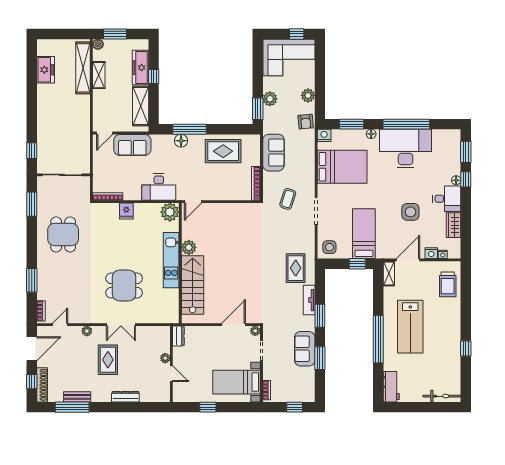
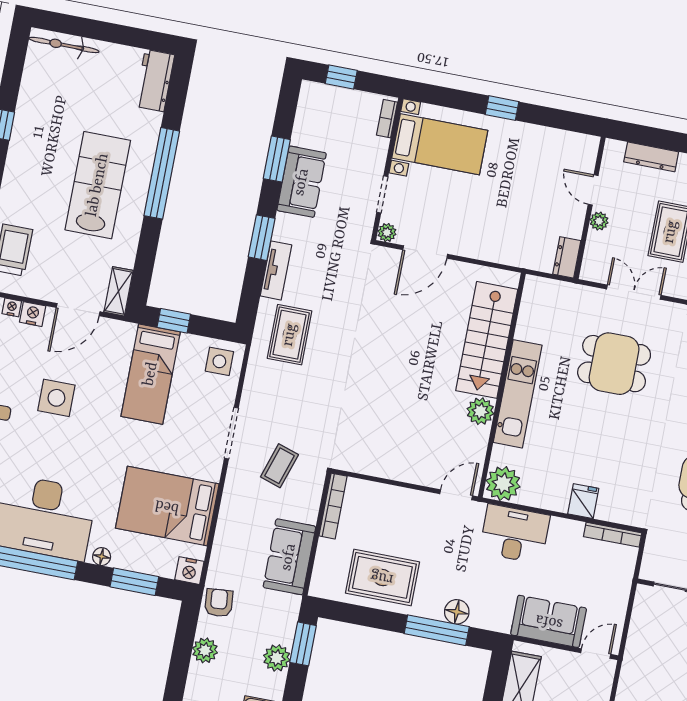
dresser: (178, 336) -> (567, 257), moved
plant: (165, 358) -> (599, 221), moved
wall: (171, 364) -> (590, 208), moved
door: (171, 374) -> (593, 190), moved

